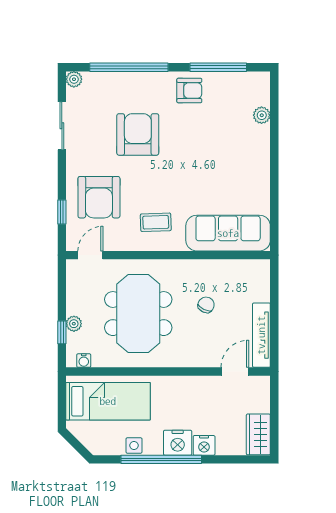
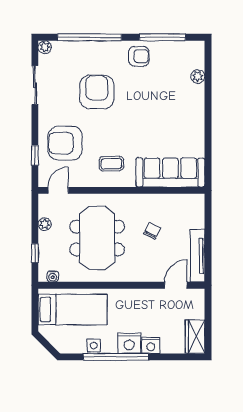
armchair: (99, 197) -> (65, 143), turned 90
plant: (74, 324) -> (45, 224), moved

